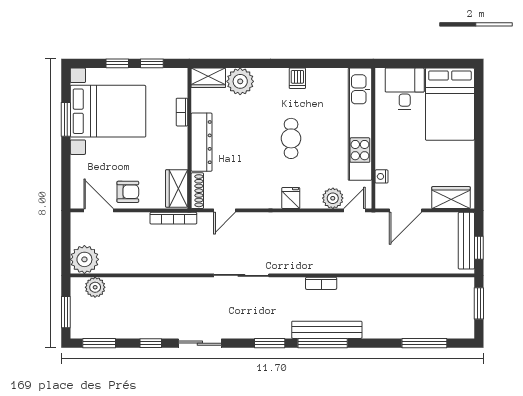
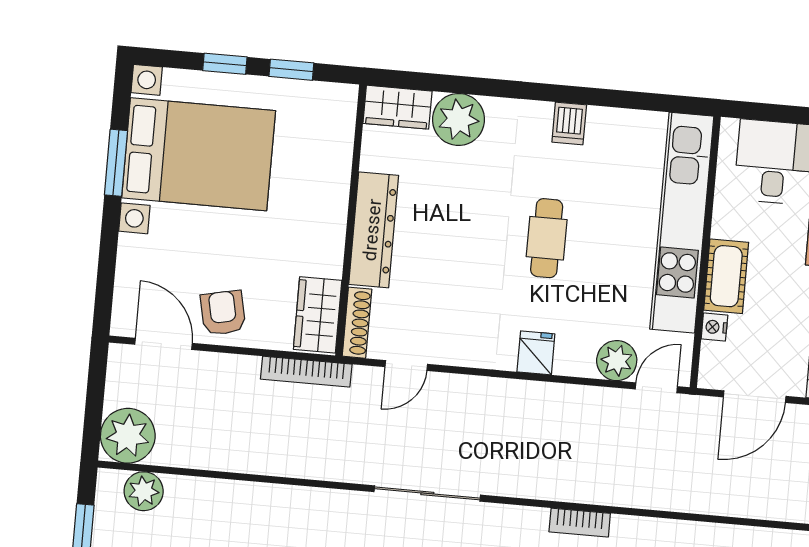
bookcase: (182, 112) -> (341, 169), removed
cot: (385, 150) -> (726, 276), added
armchair: (128, 192) -> (223, 313), turned -102

